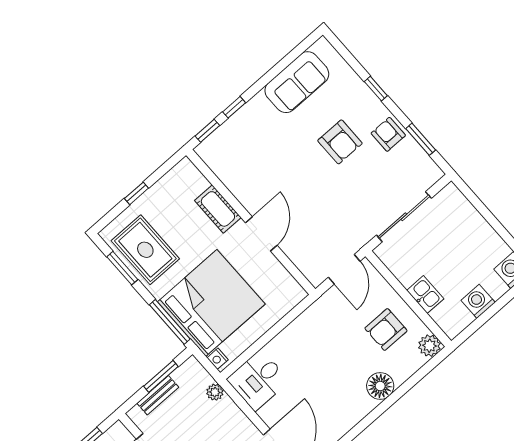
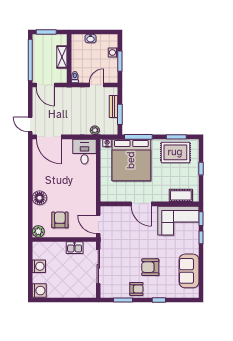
corner sofa: (239, 160) -> (178, 221), added
cot: (218, 209) -> (181, 195), moved
kitchen sink: (425, 295) -> (75, 248), moved

